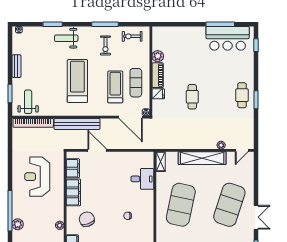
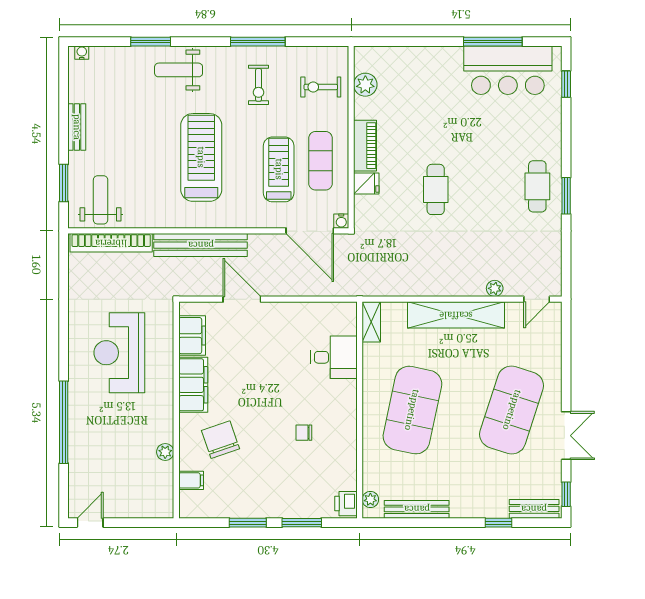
exercise bike: (132, 36) -> (321, 87), moved
plant: (158, 56) -> (365, 85), moved
plant: (18, 224) -> (79, 450), removed

